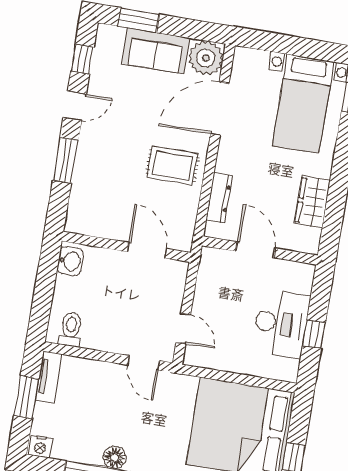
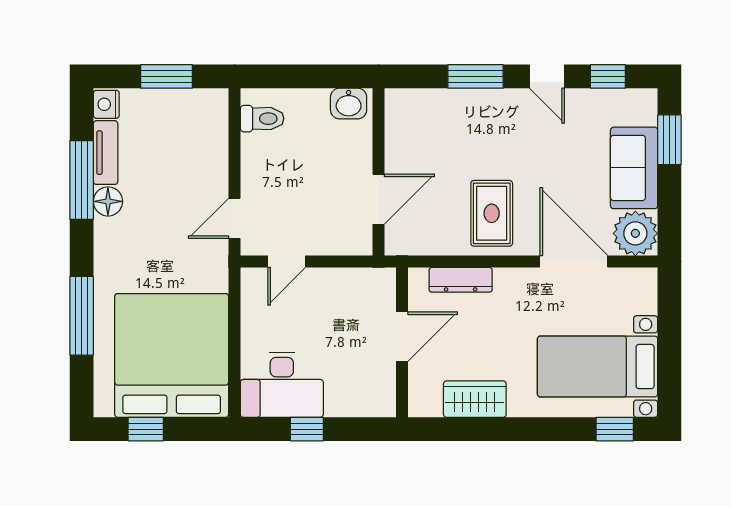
desk: (281, 324) -> (282, 385), moved
tv unit: (49, 377) -> (106, 153), moved, turned -90

